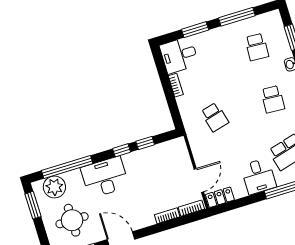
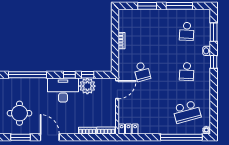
desk: (179, 55) -> (130, 20), removed
desk: (258, 176) -> (160, 123), removed
desk: (105, 177) -> (63, 90), moved
door: (199, 180) -> (117, 90), moved
plant: (54, 187) -> (87, 86), moved

